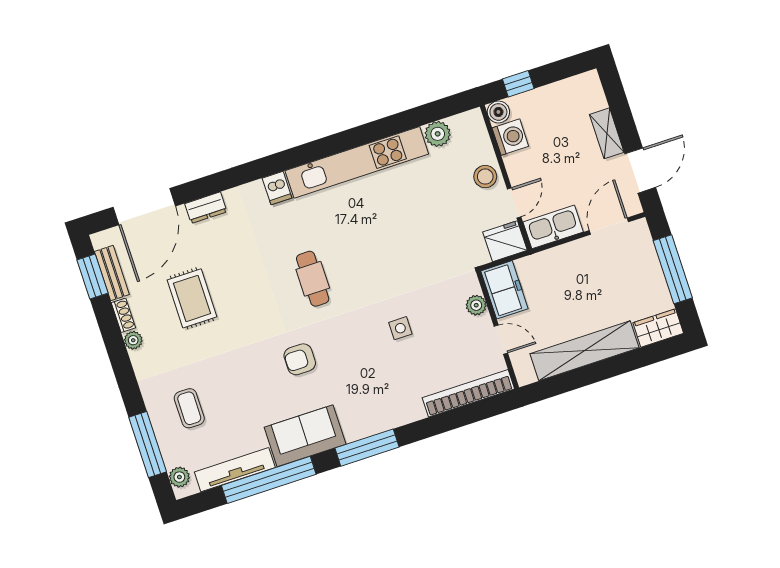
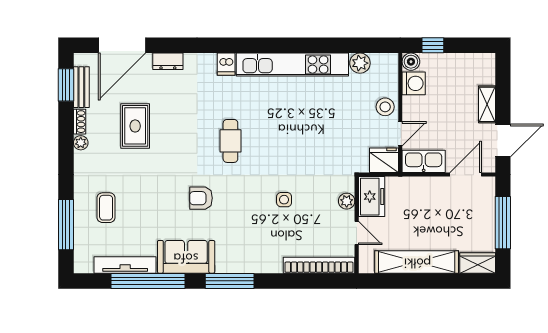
plant: (179, 477) -> (82, 257), removed

